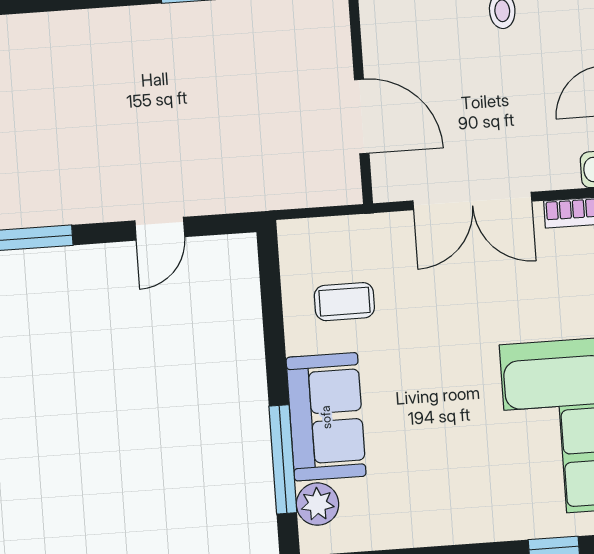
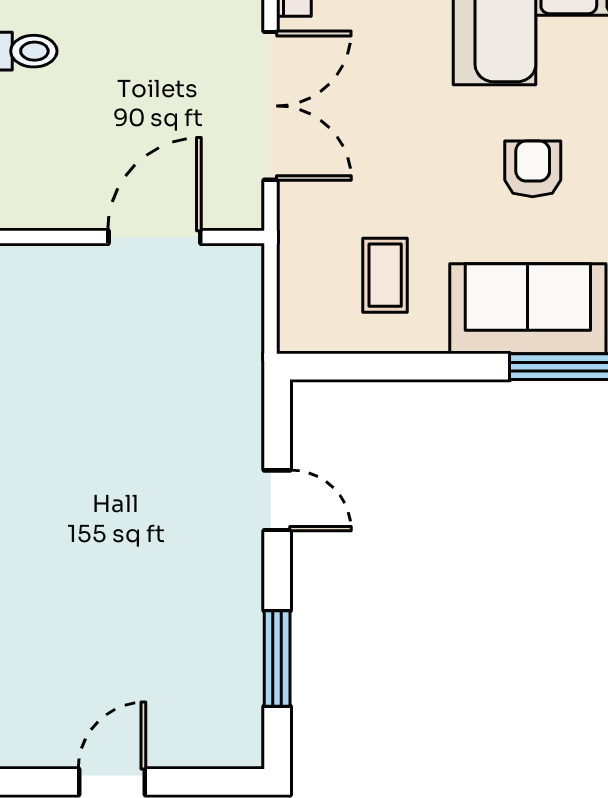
armchair: (437, 413) -> (533, 169), added

